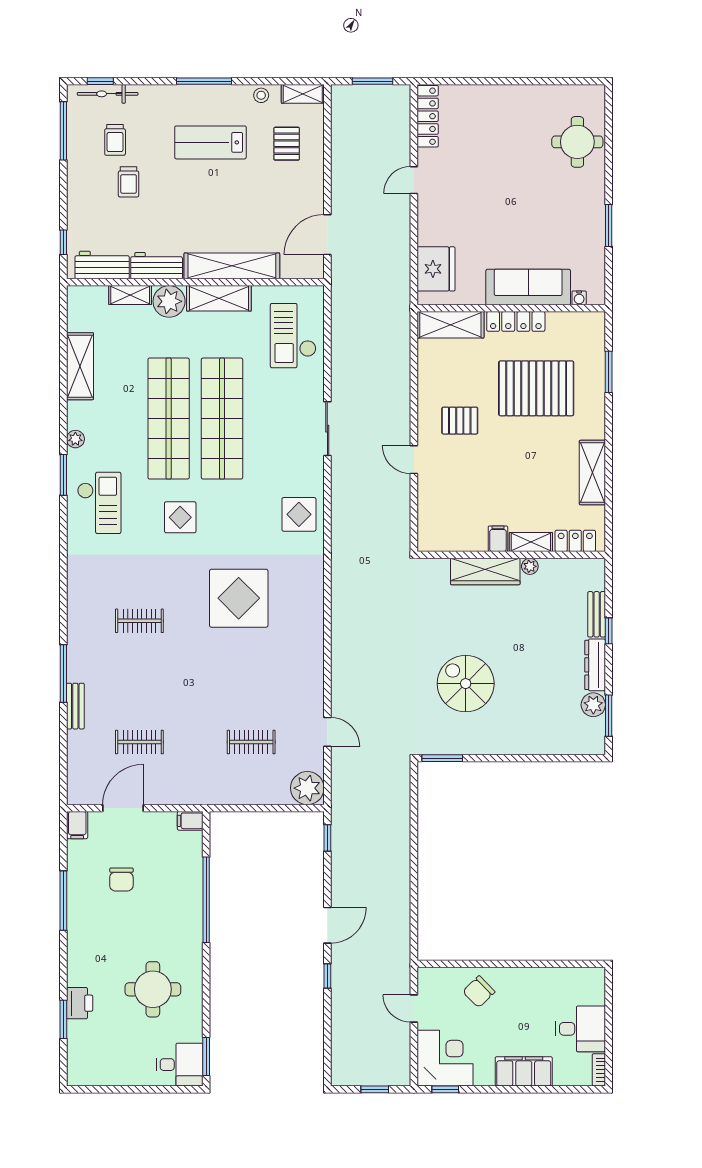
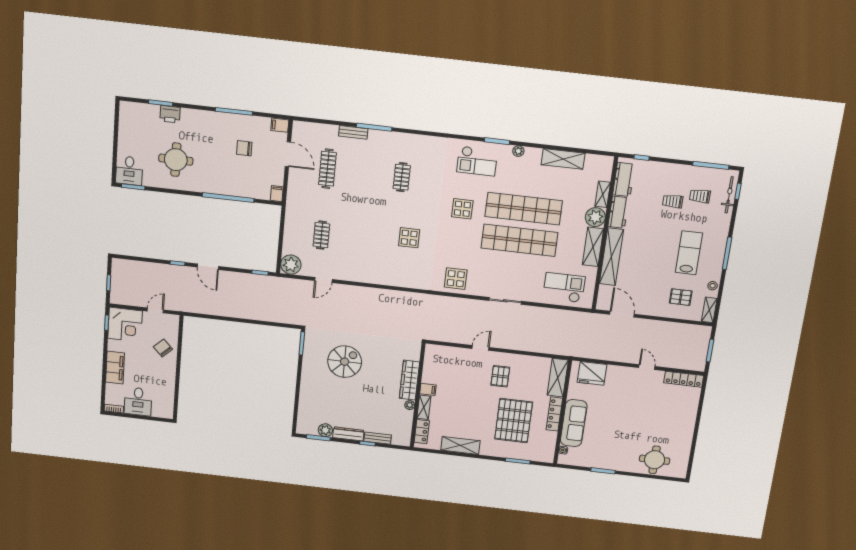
display table: (239, 598) -> (409, 238), width x0.54, depth x0.54
clothes rail: (139, 742) -> (327, 169), width x1.36

